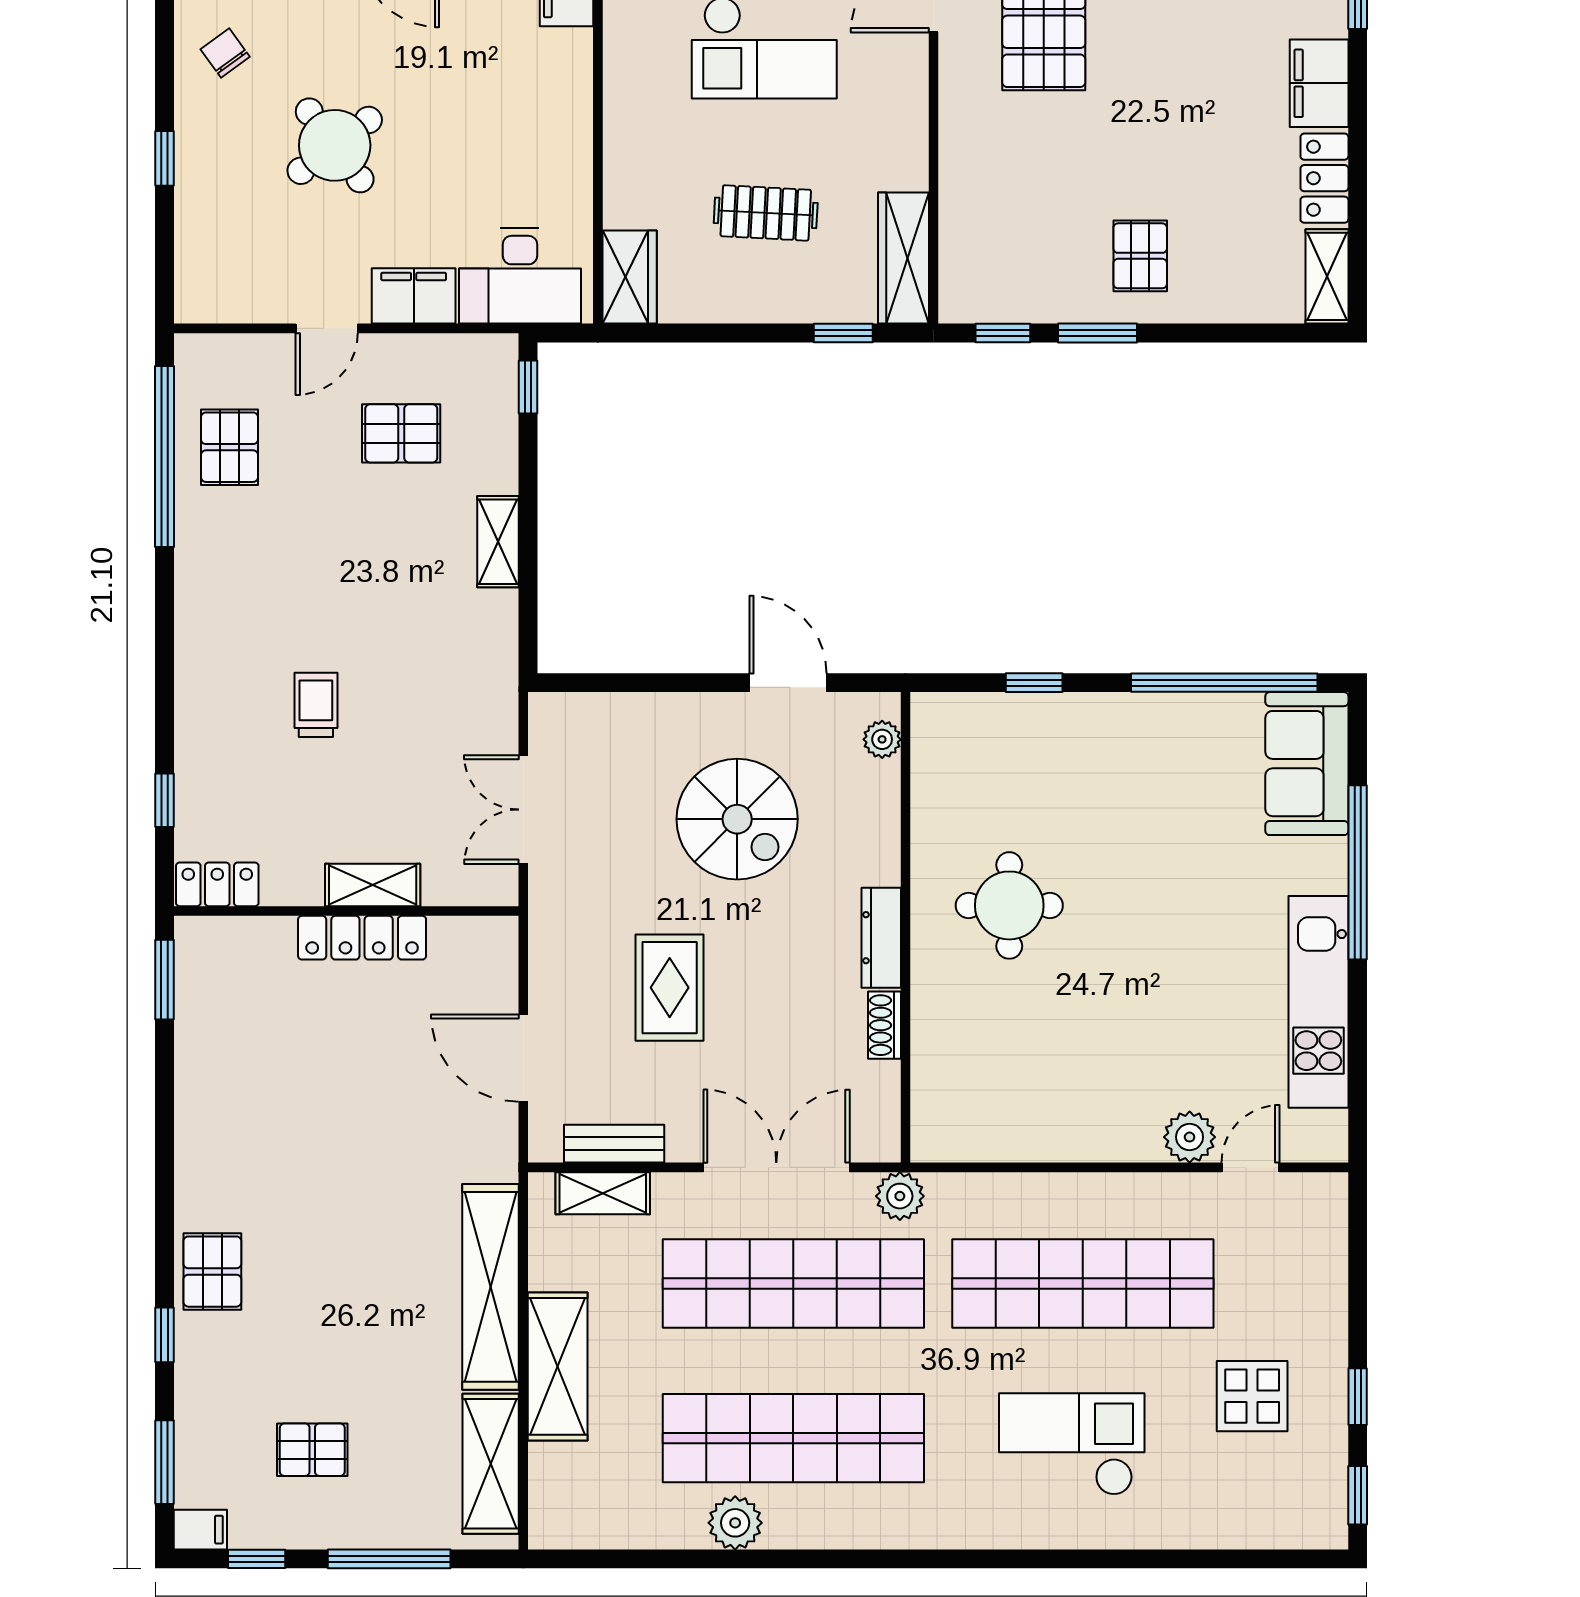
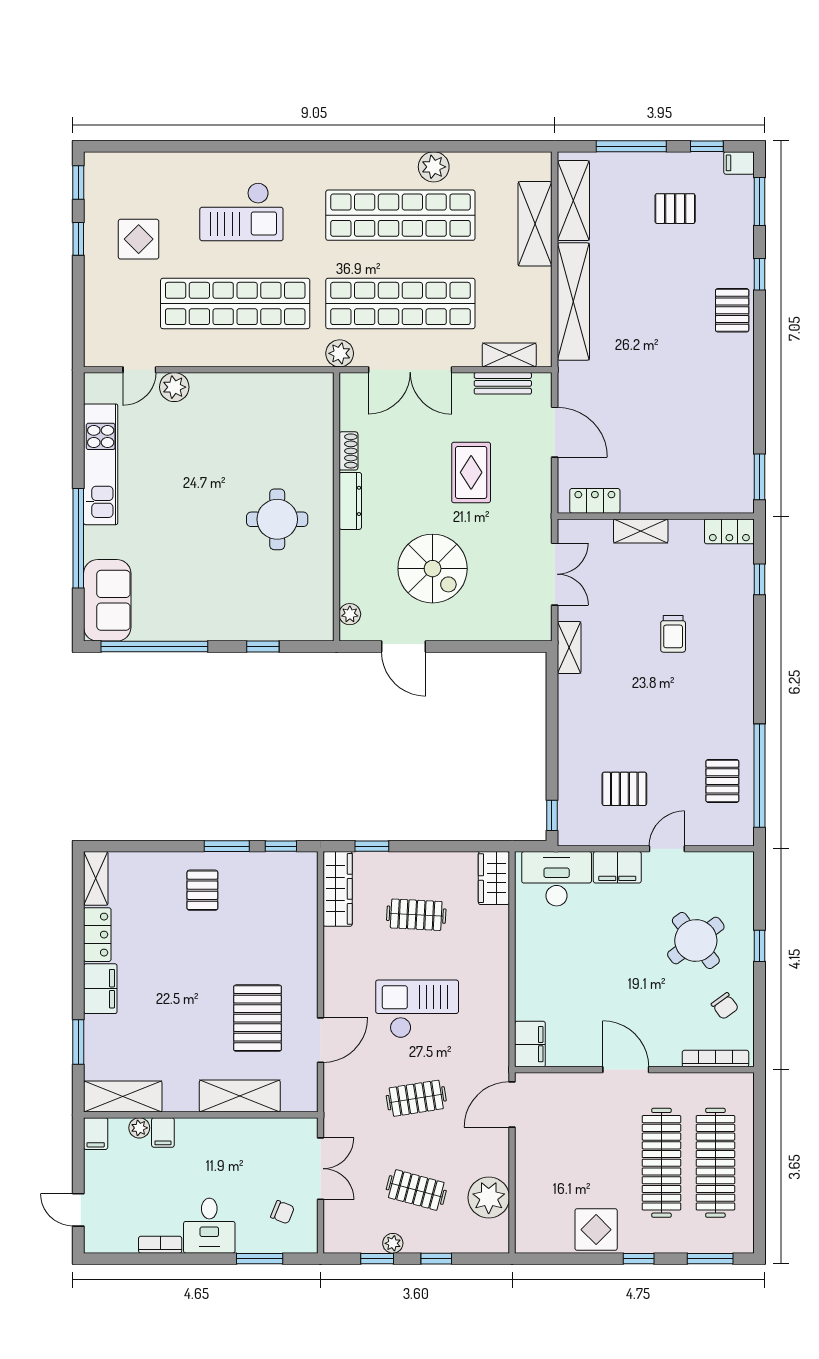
round table: (335, 145) -> (696, 940), moved
shelving: (498, 542) -> (569, 647), moved
spiral stairs: (737, 819) -> (433, 569), turned 180
locker: (362, 938) -> (595, 501), moved, width x0.66
shelving: (558, 1366) -> (535, 224), moved

